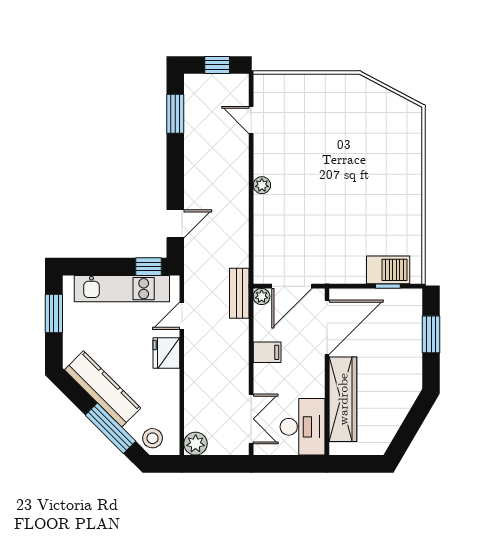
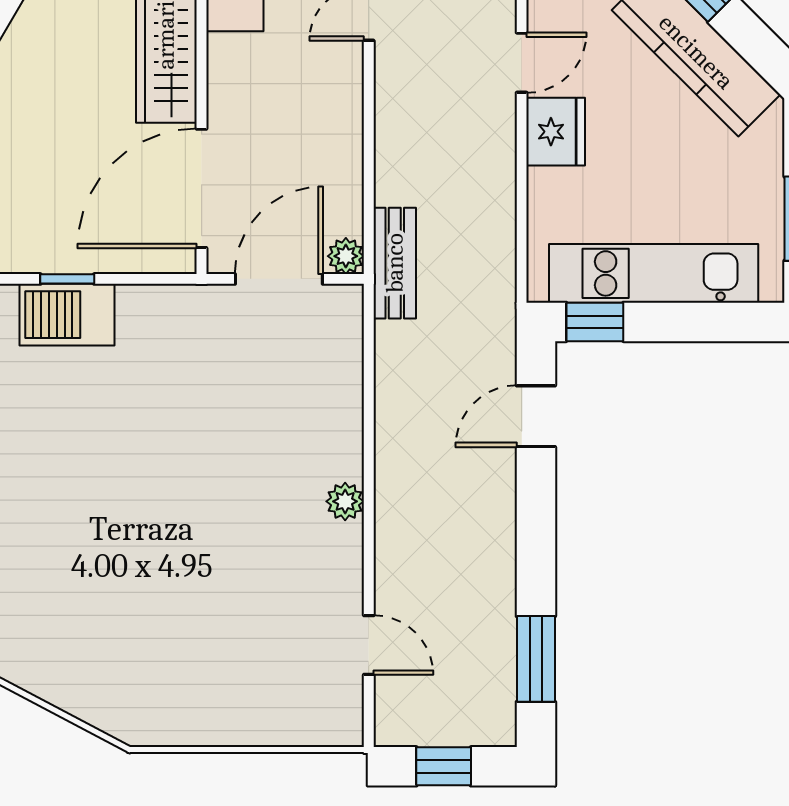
door: (182, 316) -> (522, 63), moved
filing cabinet: (267, 352) -> (334, 133), removed

